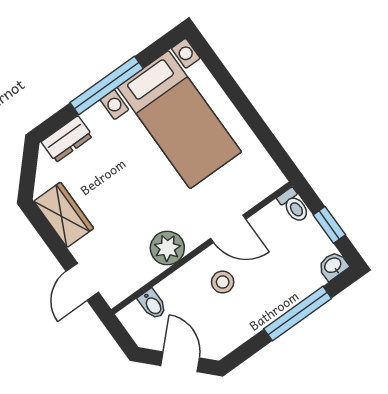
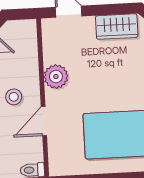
bidet: (152, 304) -> (28, 45), removed

